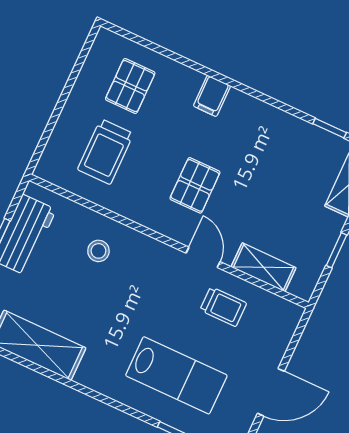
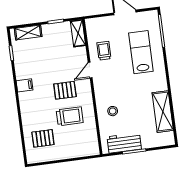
filing cabinet: (212, 96) -> (25, 85), moved
trolley: (106, 152) -> (70, 116), moved
shelving: (264, 267) -> (78, 33), moved

